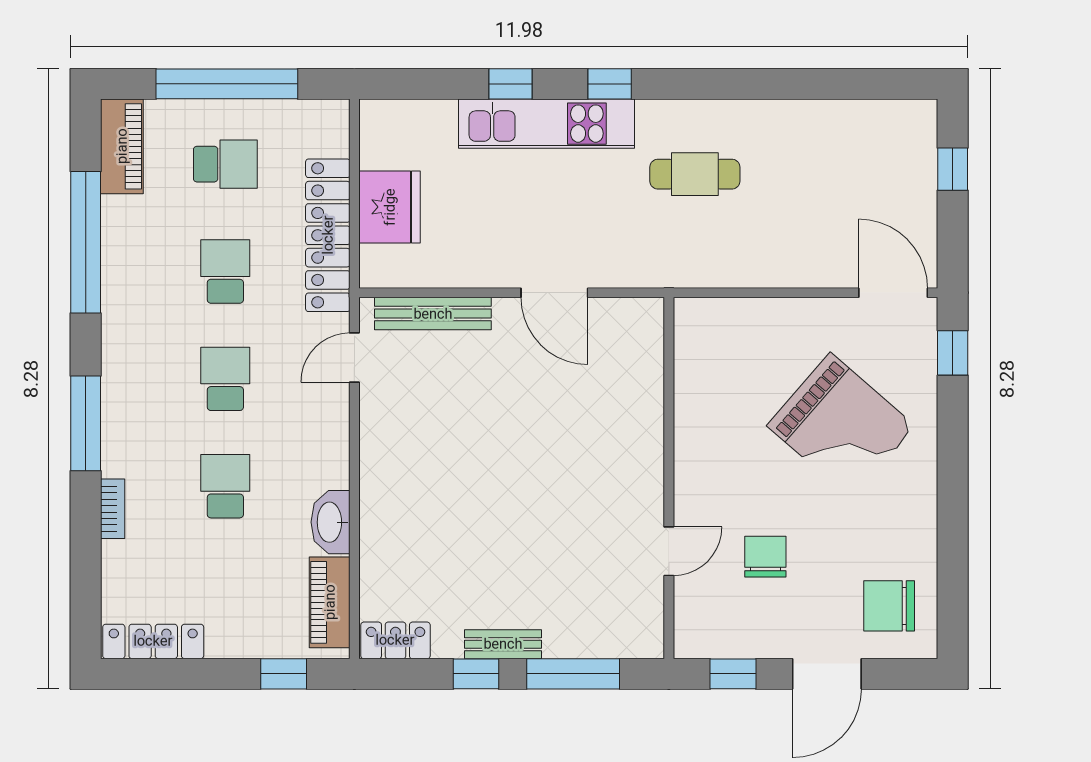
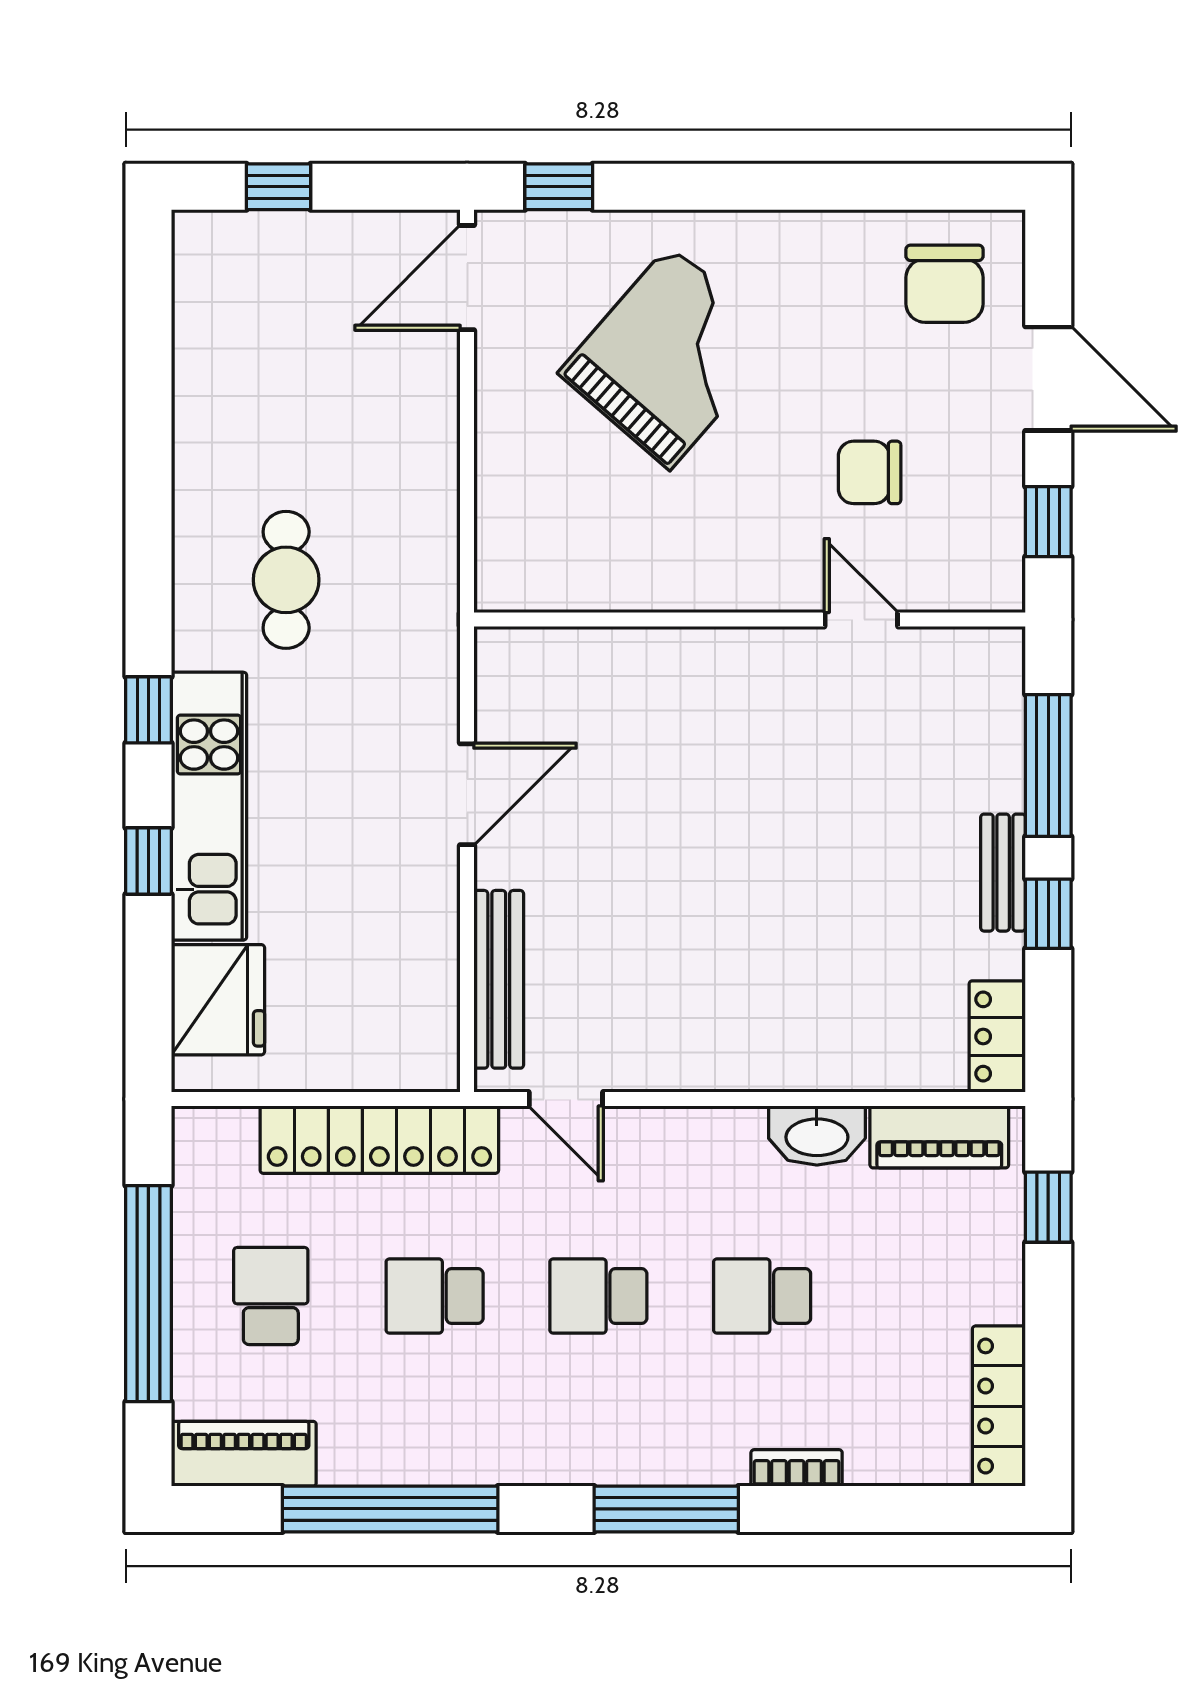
fridge: (390, 207) -> (218, 1000), moved, turned 90

